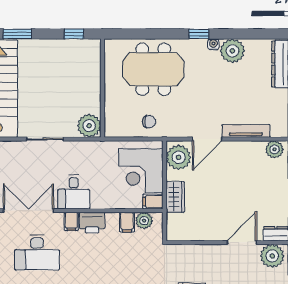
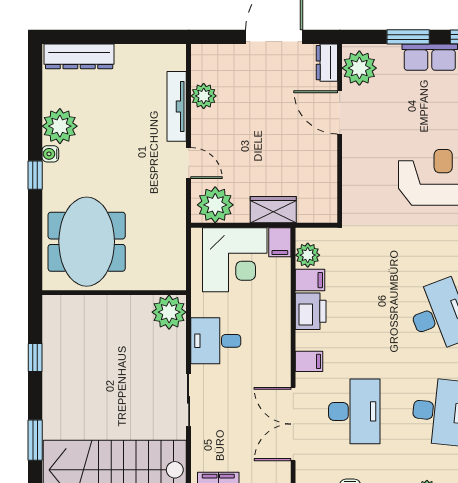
wall: (102, 88) -> (114, 293), moved
chair: (149, 122) -> (163, 248), removed
plant: (89, 126) -> (169, 312), moved
door: (207, 139) -> (189, 163), width x0.73
plant: (275, 149) -> (204, 96), moved
desk: (74, 192) -> (216, 341), moved, turned 180
printer: (92, 223) -> (311, 311), moved

